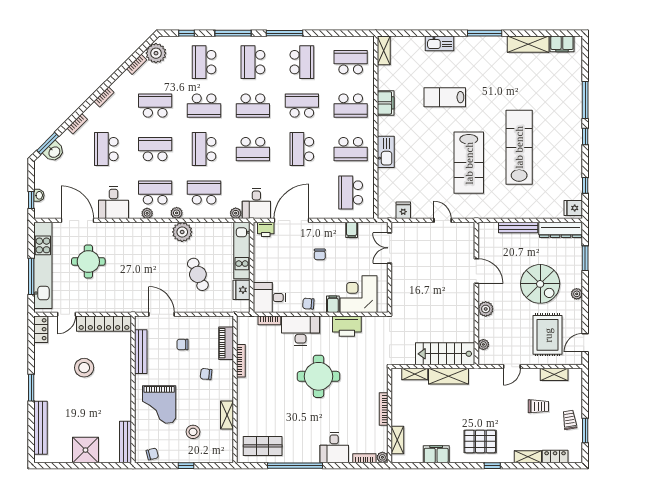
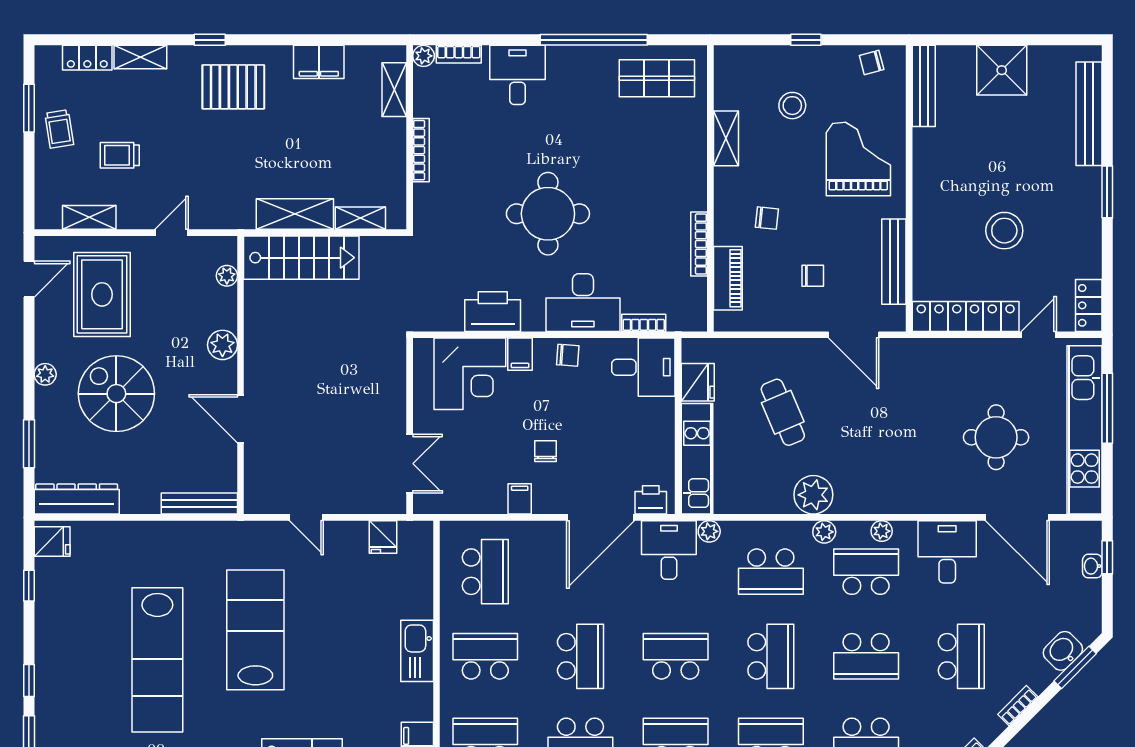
school desk: (155, 192) -> (866, 572), turned 180
bench: (518, 228) -> (199, 503), moved
filing cabinet: (352, 230) -> (520, 499), moved

